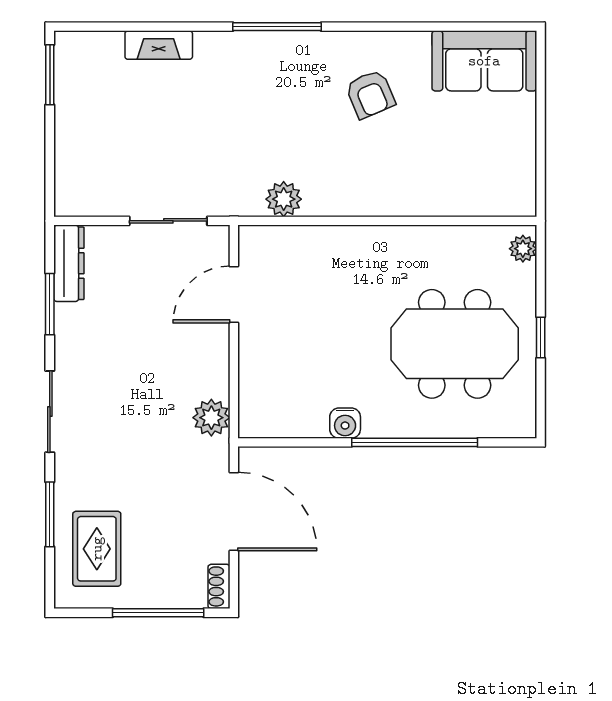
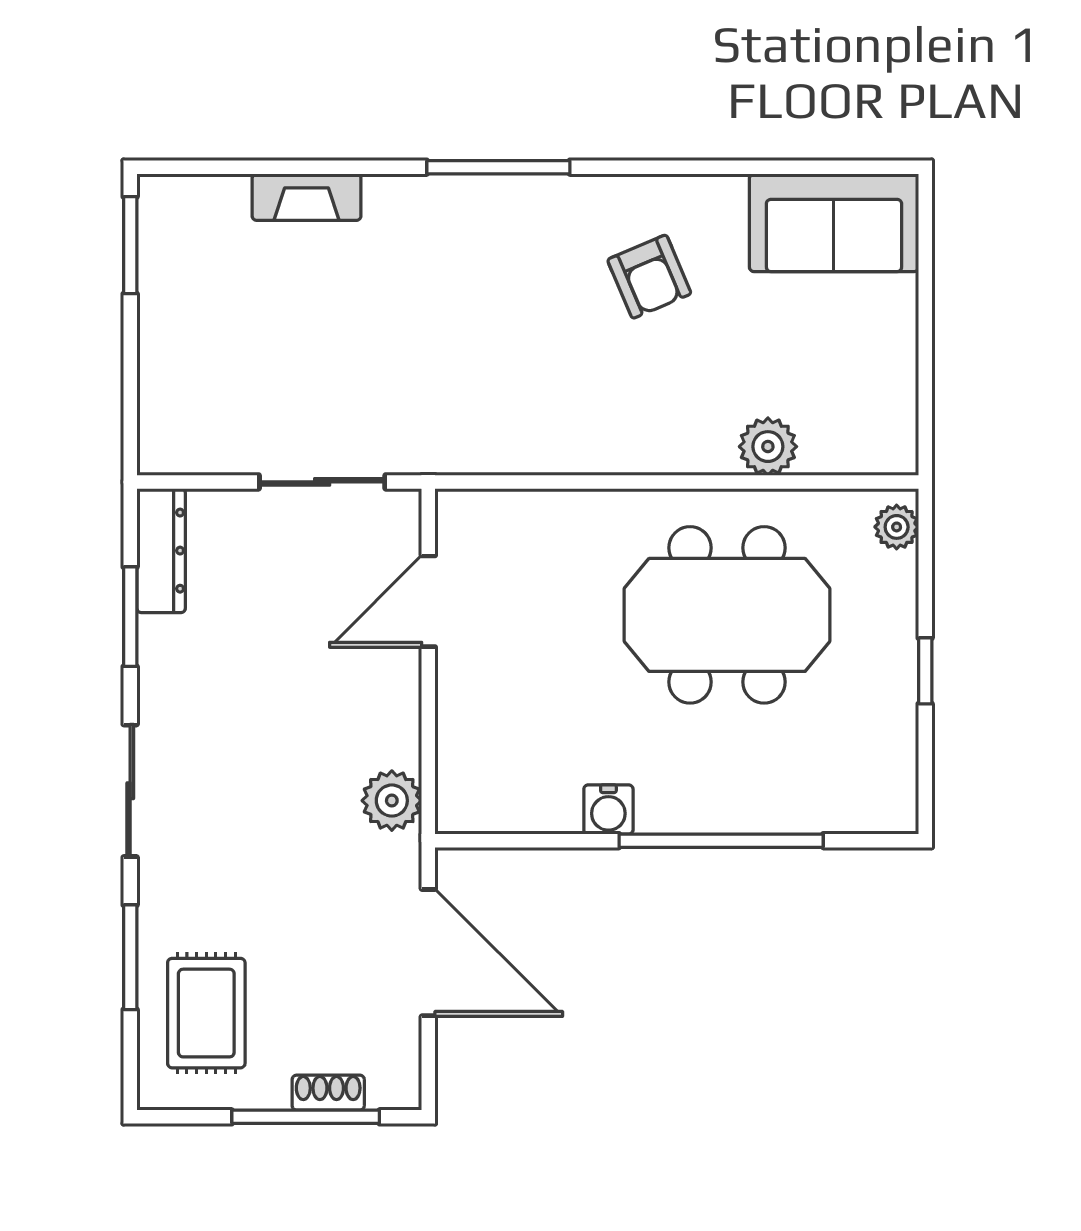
plant: (284, 199) -> (768, 447), moved
meeting table: (455, 344) -> (727, 615), moved
shoe rack: (219, 586) -> (328, 1093), moved, turned 90

